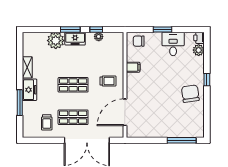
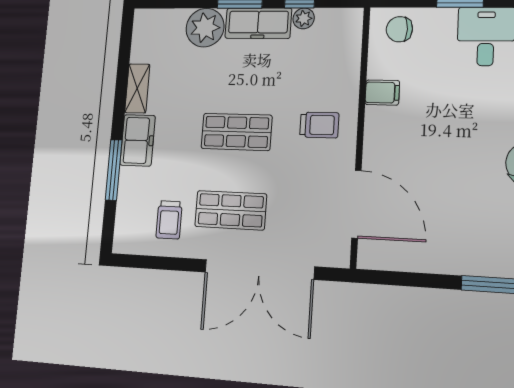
freezer: (75, 39) -> (258, 23), width x1.40
door: (125, 112) -> (356, 204), swing flipped

